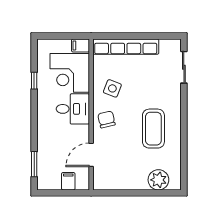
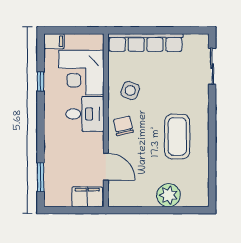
filing cabinet: (80, 45) -> (54, 41), moved, turned 180
door: (91, 155) -> (106, 167), swing flipped
plant: (158, 180) -> (169, 195), moved
filing cabinet: (68, 181) -> (87, 197), width x2.00

